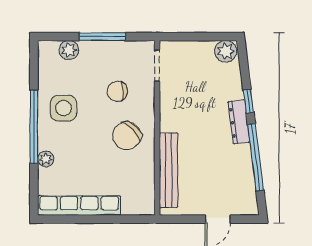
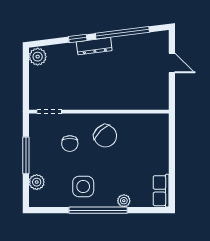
bench: (169, 170) -> (133, 102), removed
row of seats: (79, 206) -> (161, 191), width x0.50

